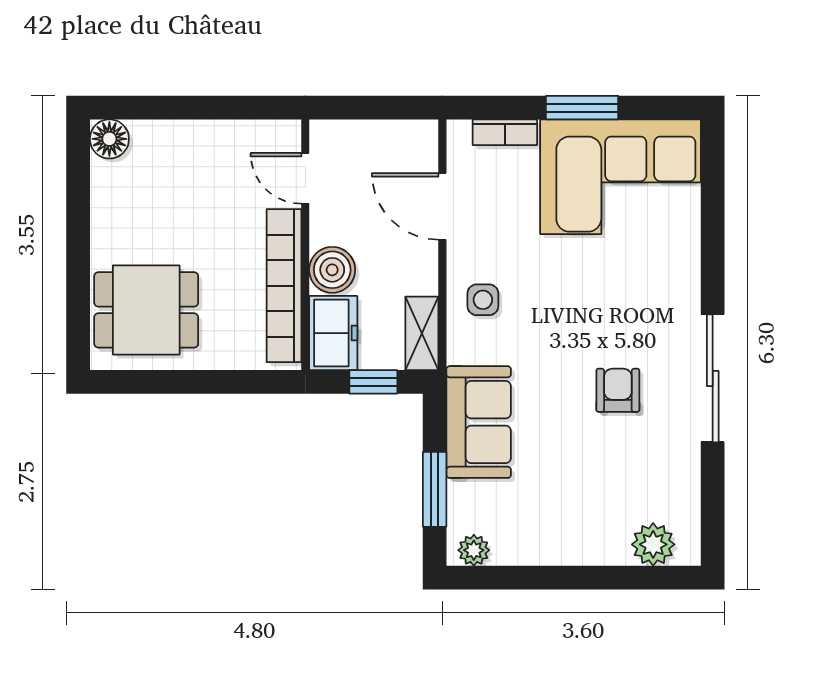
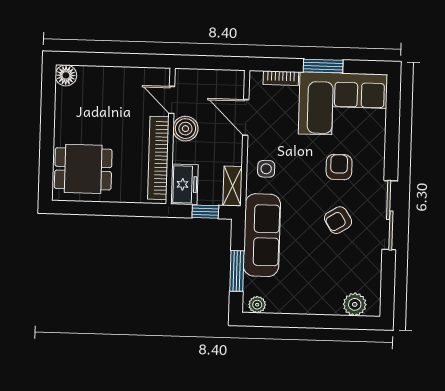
boiler: (332, 270) -> (185, 129), moved
armchair: (617, 293) -> (339, 167), added
armchair: (618, 390) -> (338, 220), turned -122
sofa: (479, 422) -> (262, 235), width x1.36

